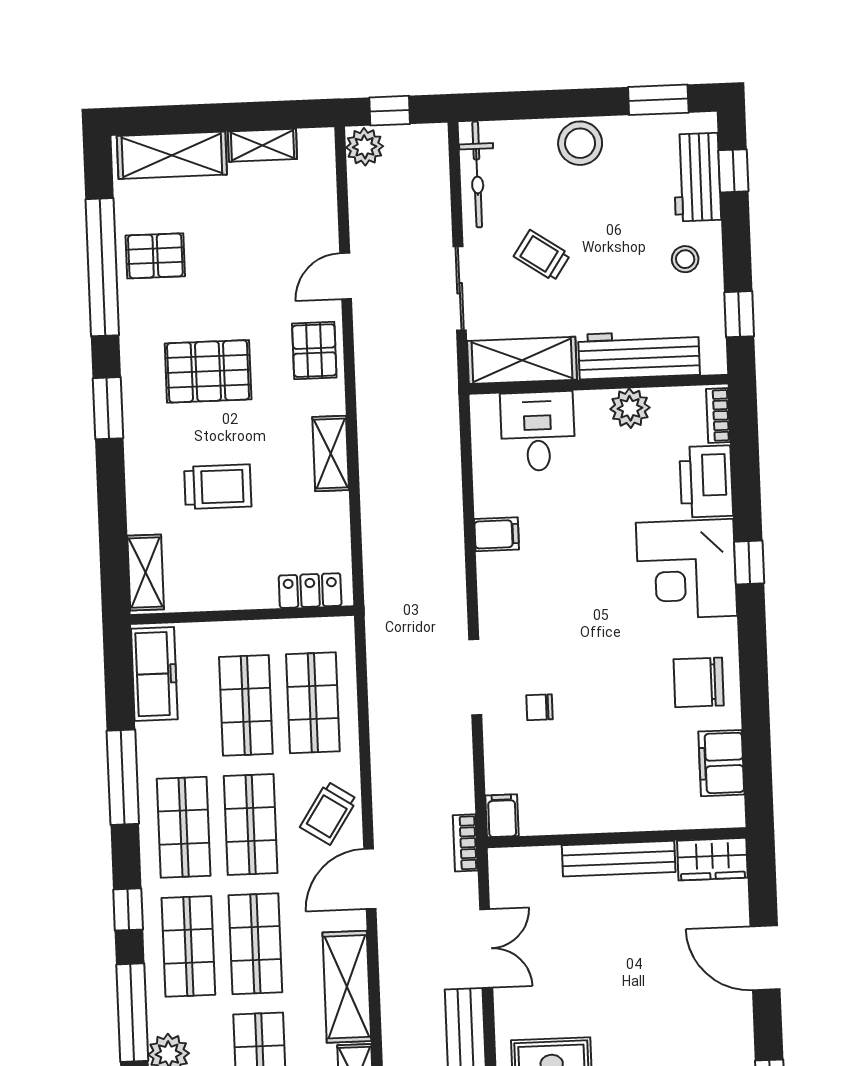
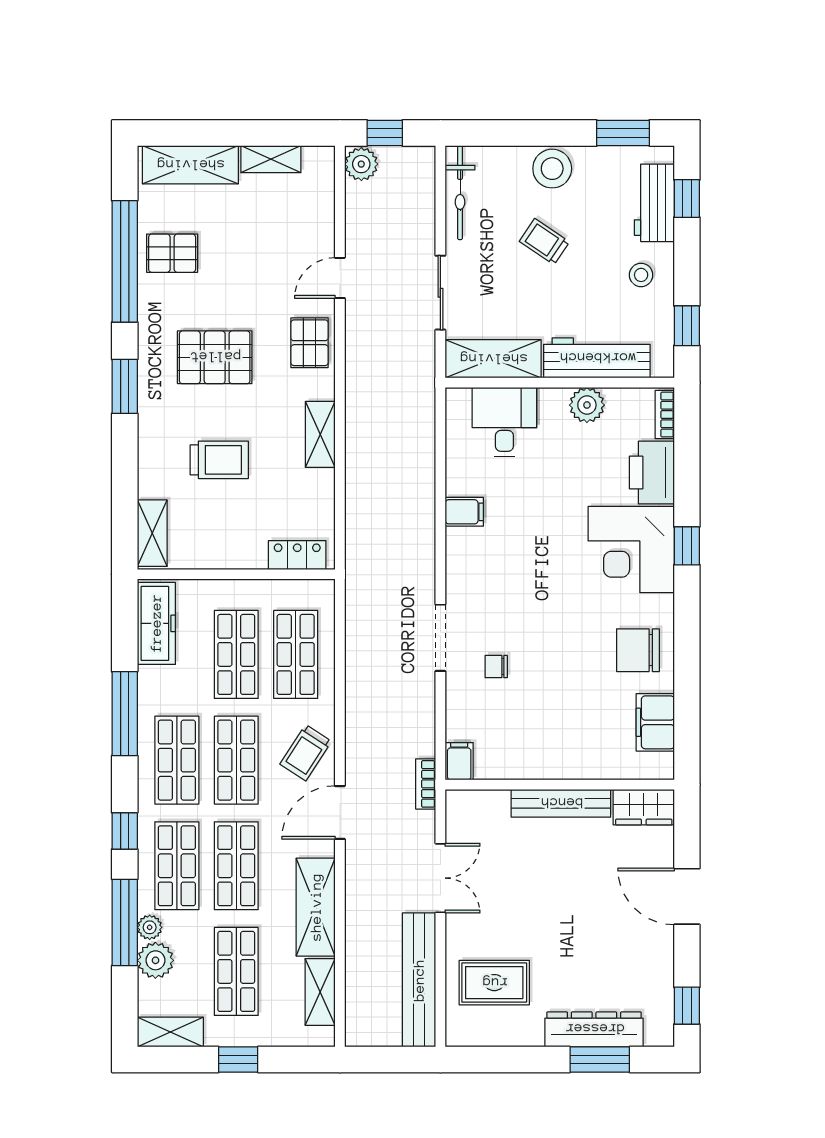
trolley: (542, 256) -> (544, 242), moved
plant: (161, 1017) -> (150, 927), added

